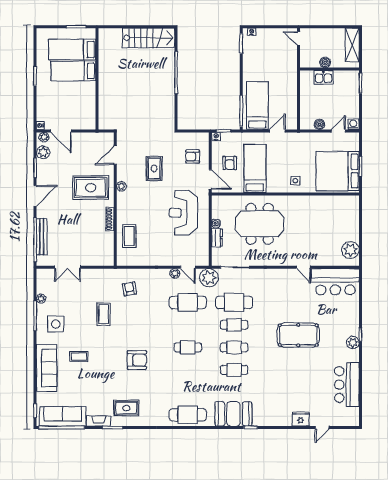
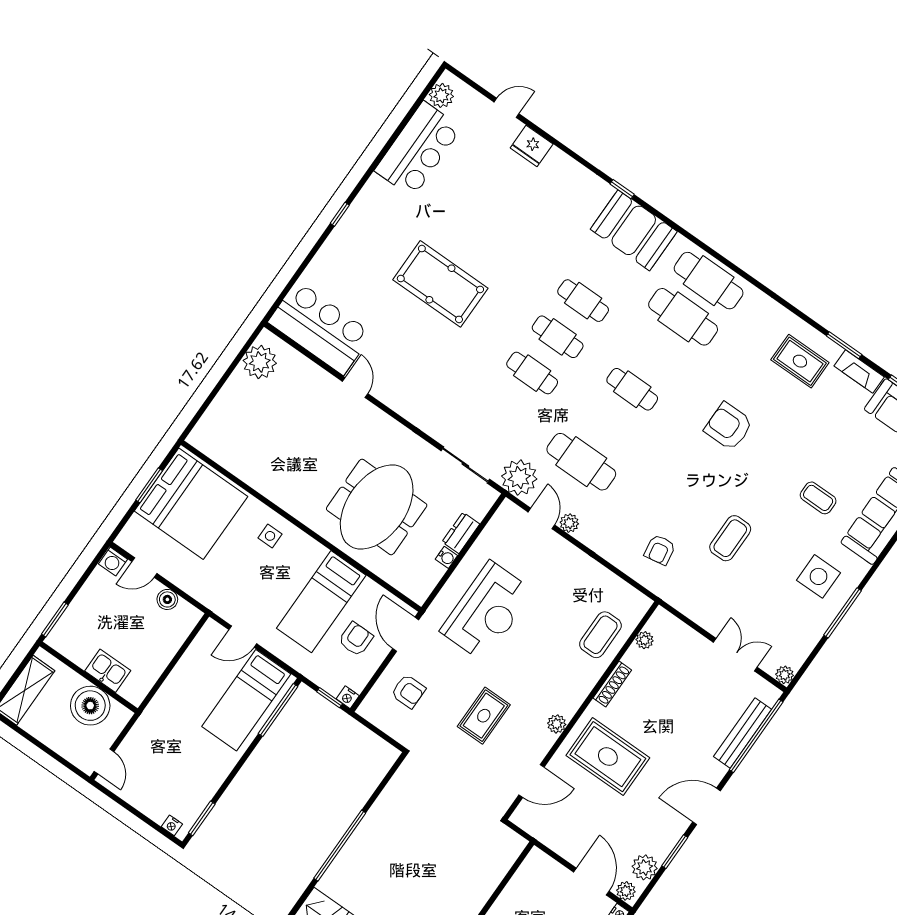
boiler: (325, 62) -> (90, 706), width x1.86, depth x1.86
meeting table: (260, 224) -> (377, 507), turned 90
plant: (109, 247) -> (645, 640), added
plant: (41, 299) -> (785, 675), moved
cafe table: (234, 302) -> (683, 317), moved
plant: (353, 343) -> (441, 95), moved

